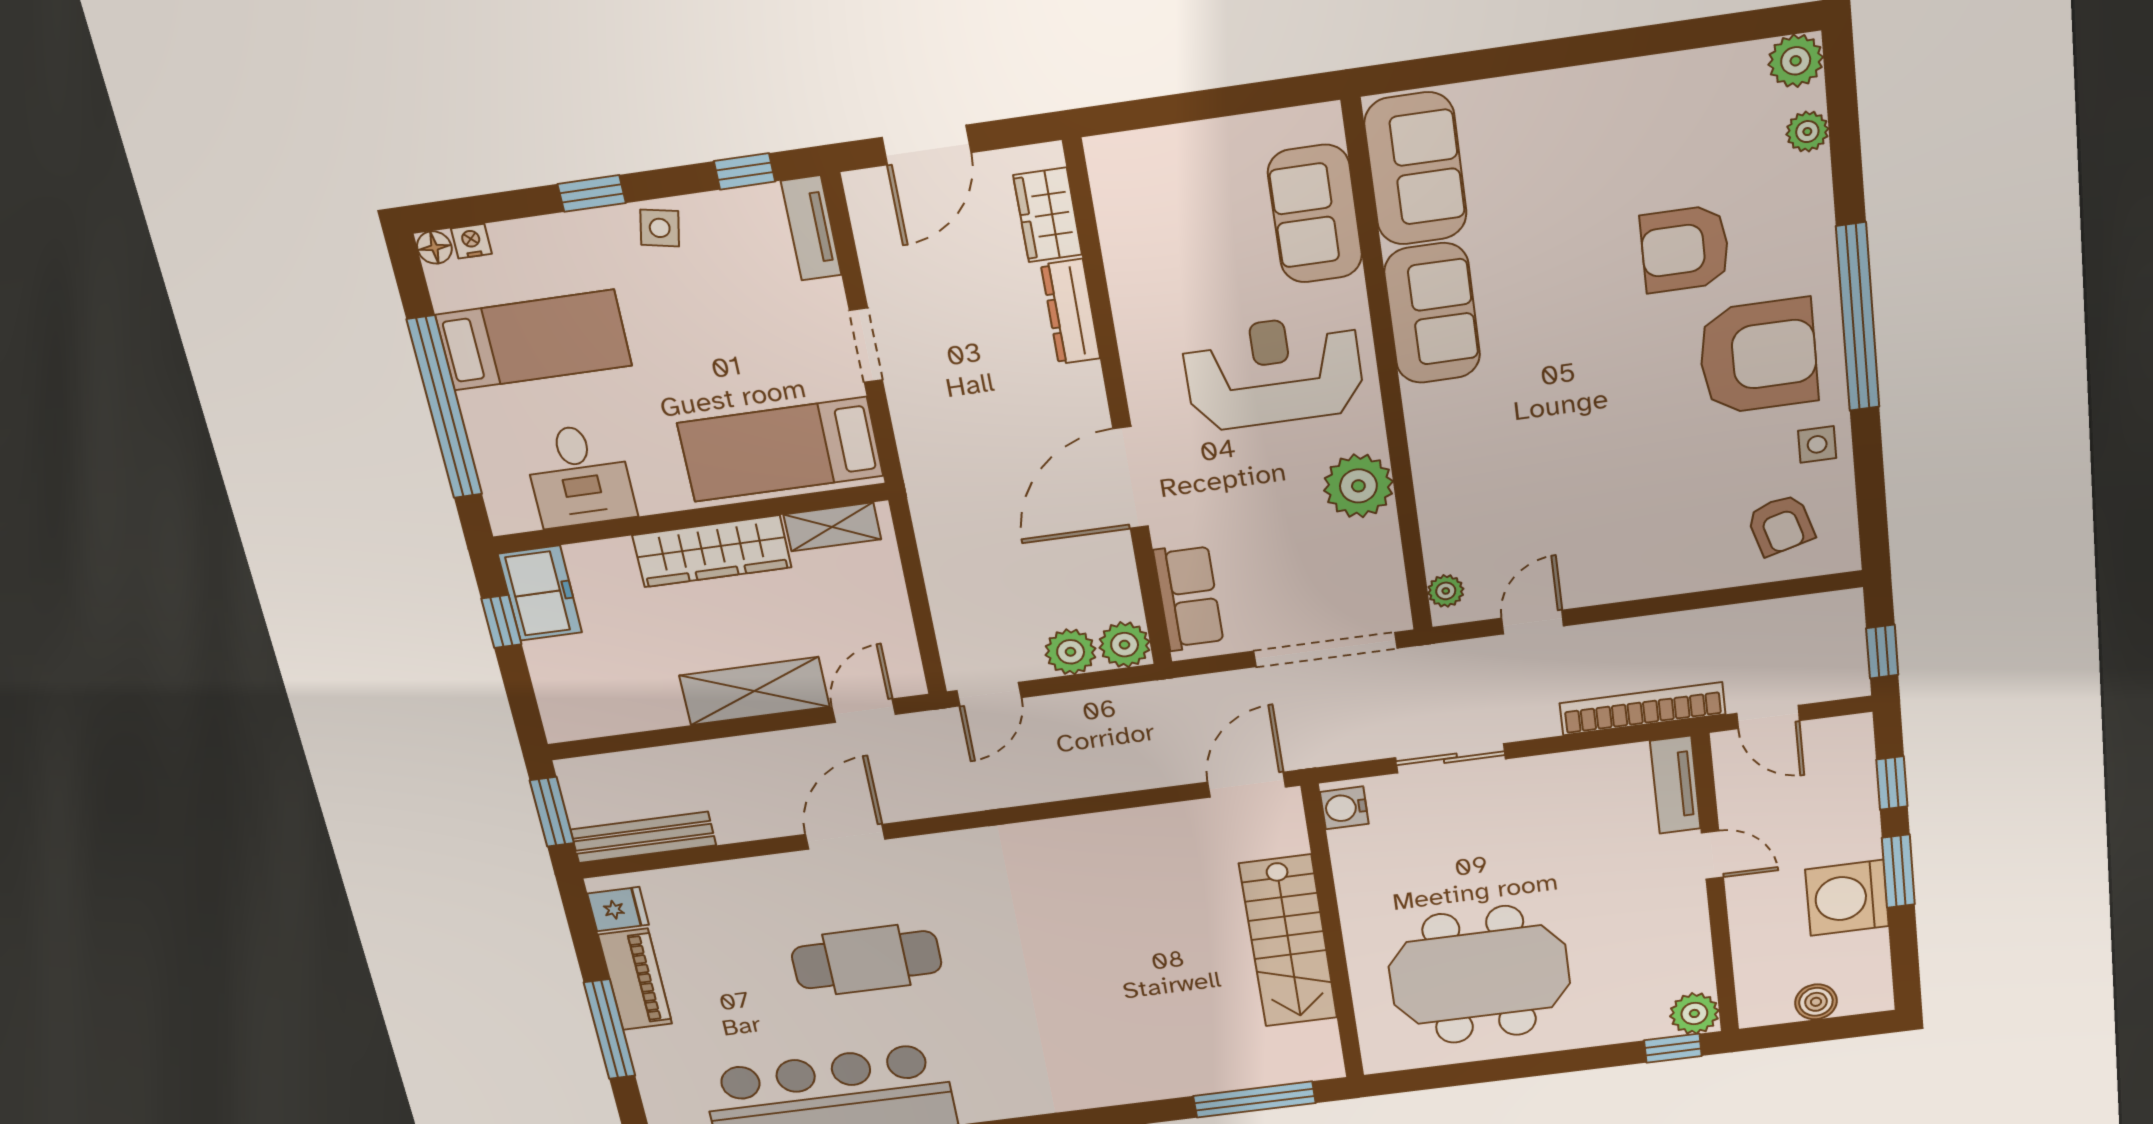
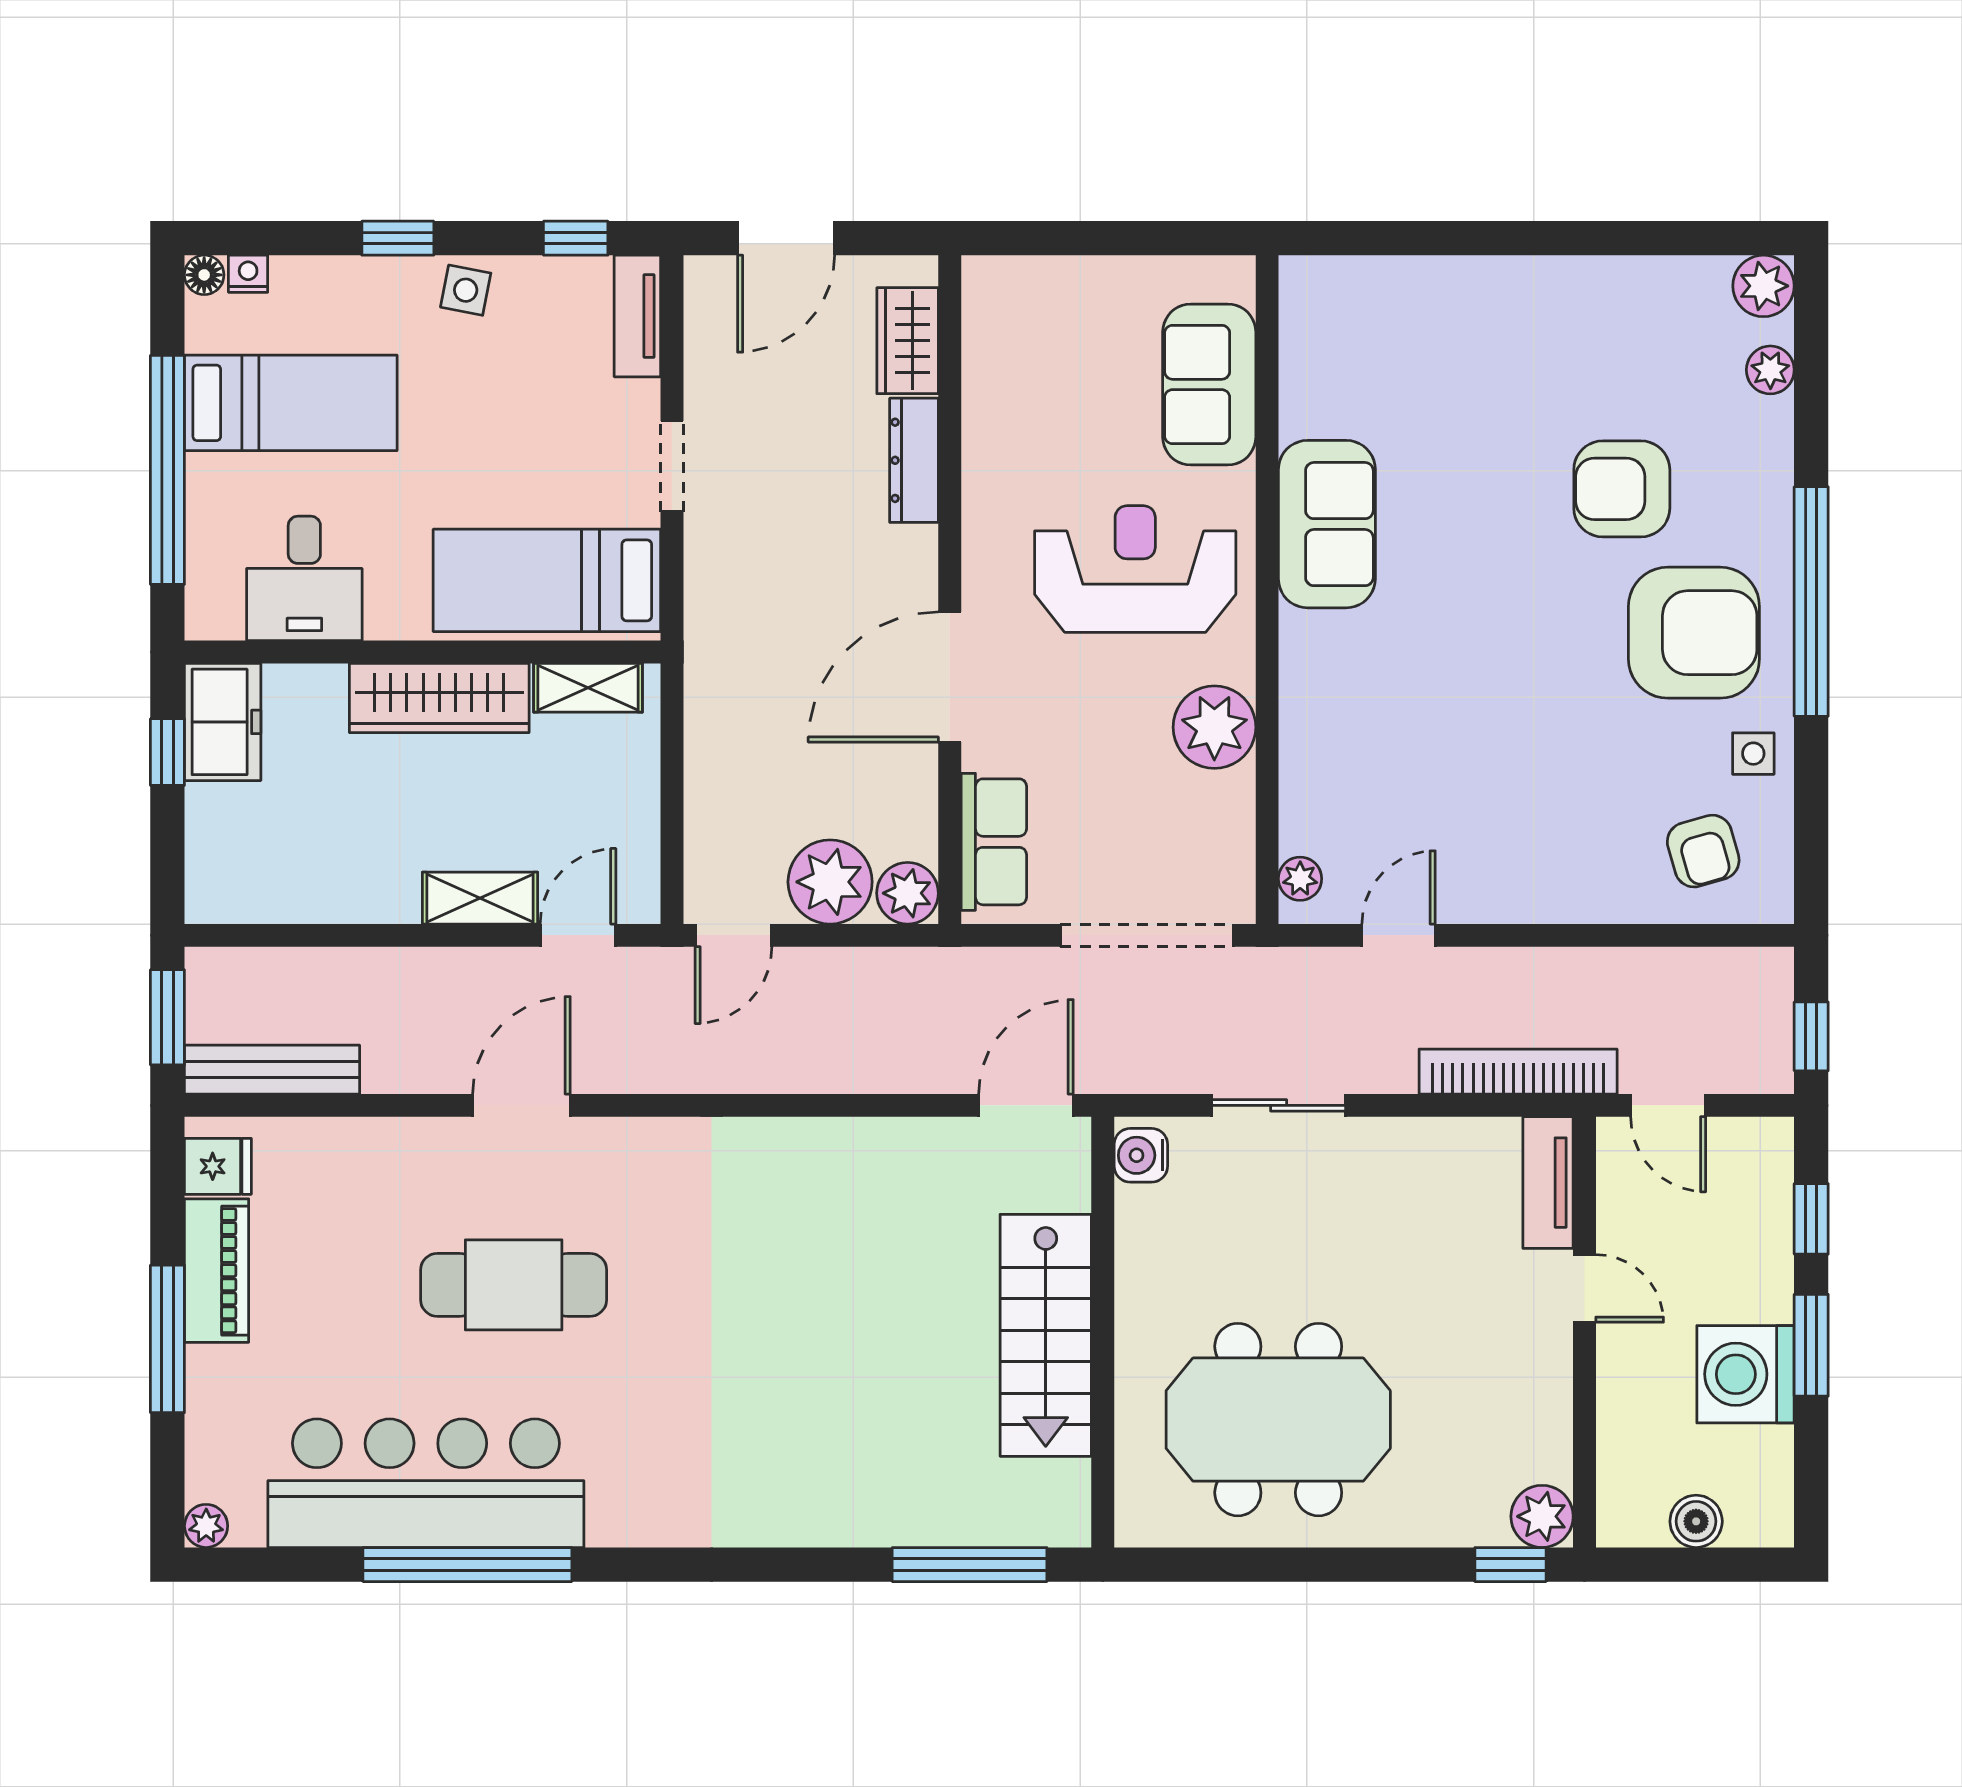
sofa: (1416, 169) -> (1329, 348), removed
plant: (1071, 652) -> (830, 882), width x1.36, depth x1.36
shelving: (754, 691) -> (480, 898), width x0.67, depth x0.75

